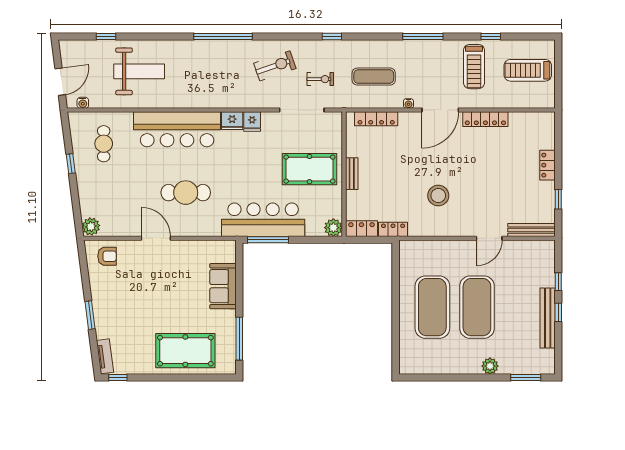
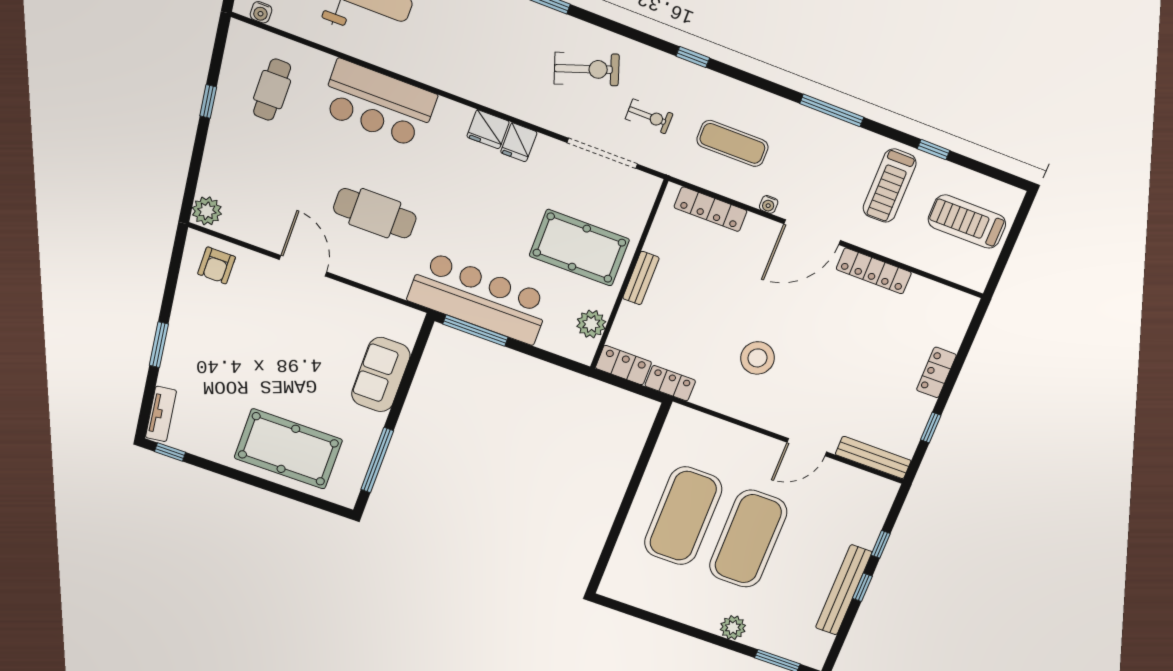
bar counter: (177, 129) -> (378, 104), width x0.73
plant: (333, 228) -> (591, 324), moved
armchair: (107, 256) -> (217, 265), turned 90

